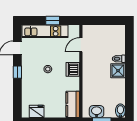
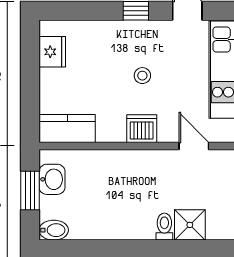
shower: (118, 71) -> (190, 225), moved

